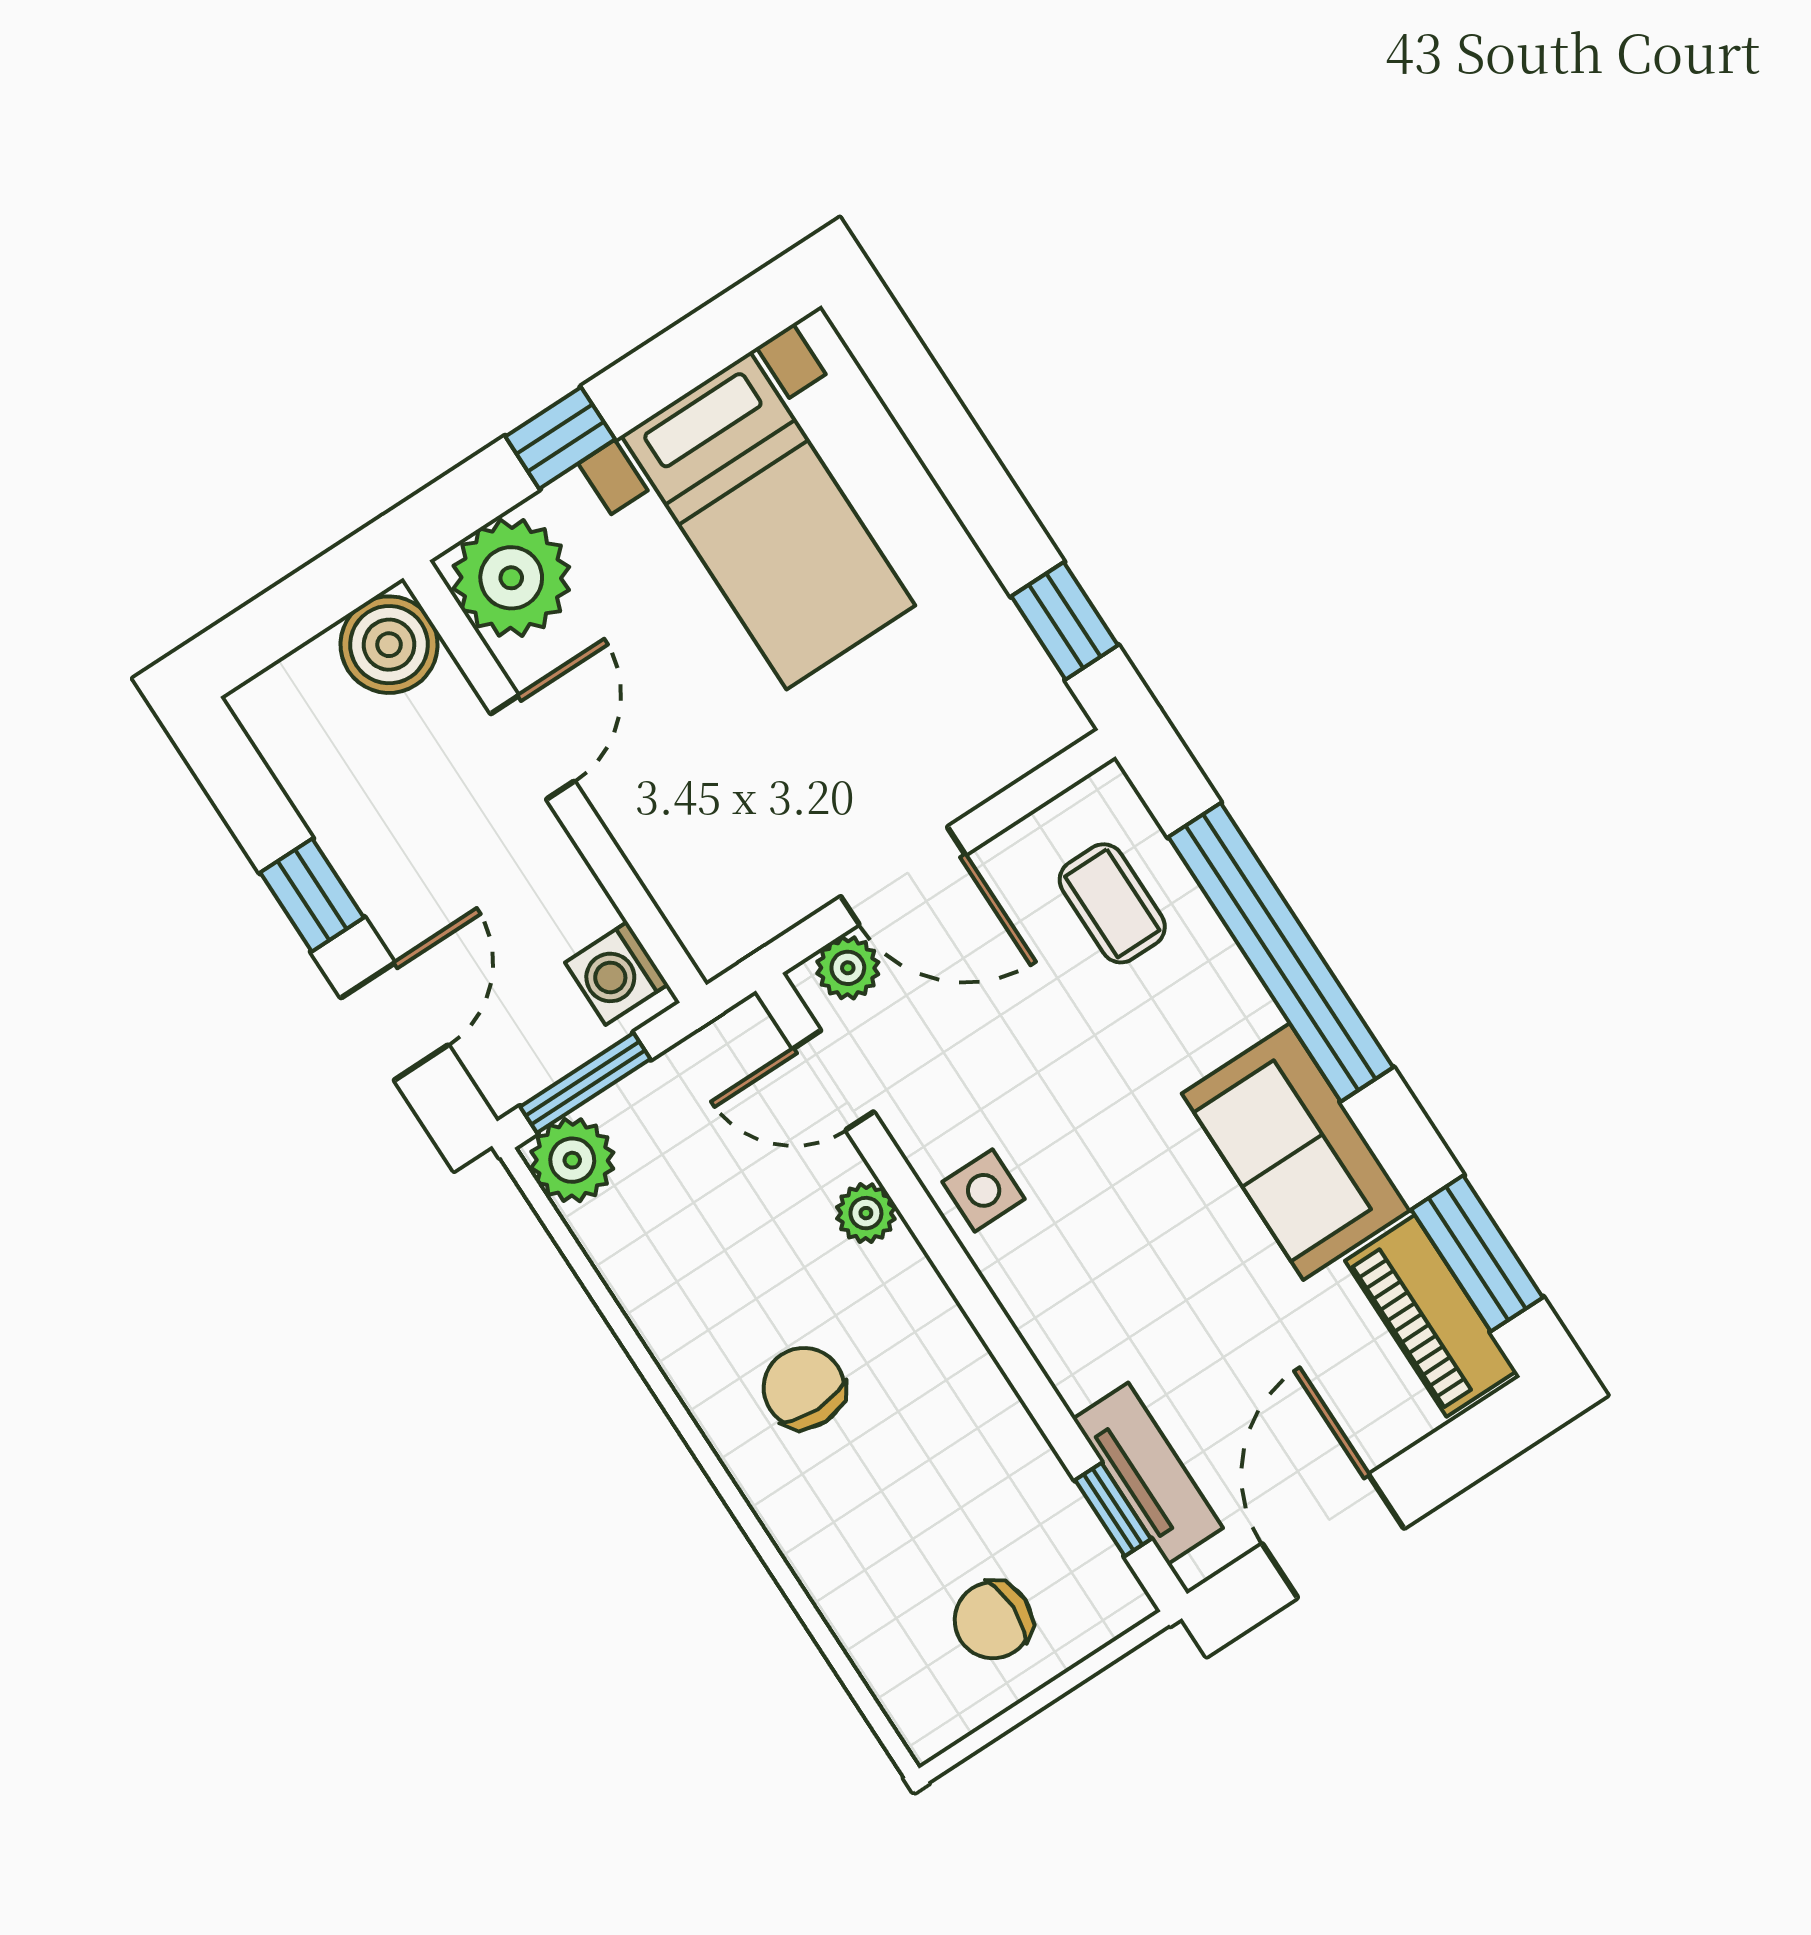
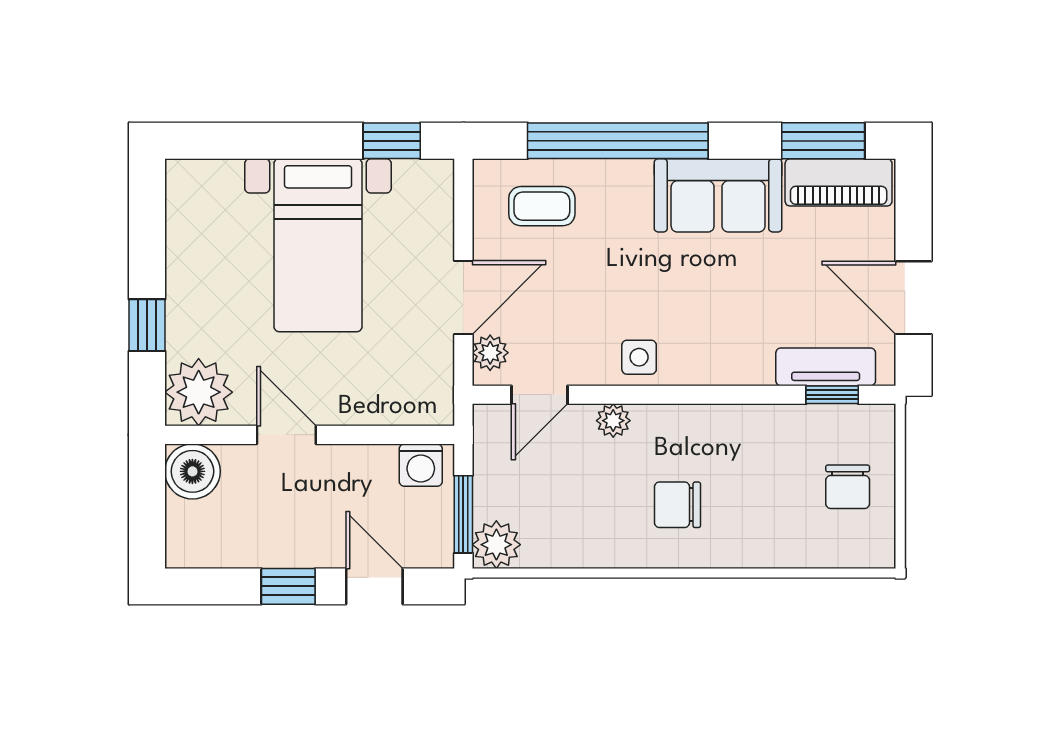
bed with nightstands: (768, 521) -> (318, 245), moved, turned 90

